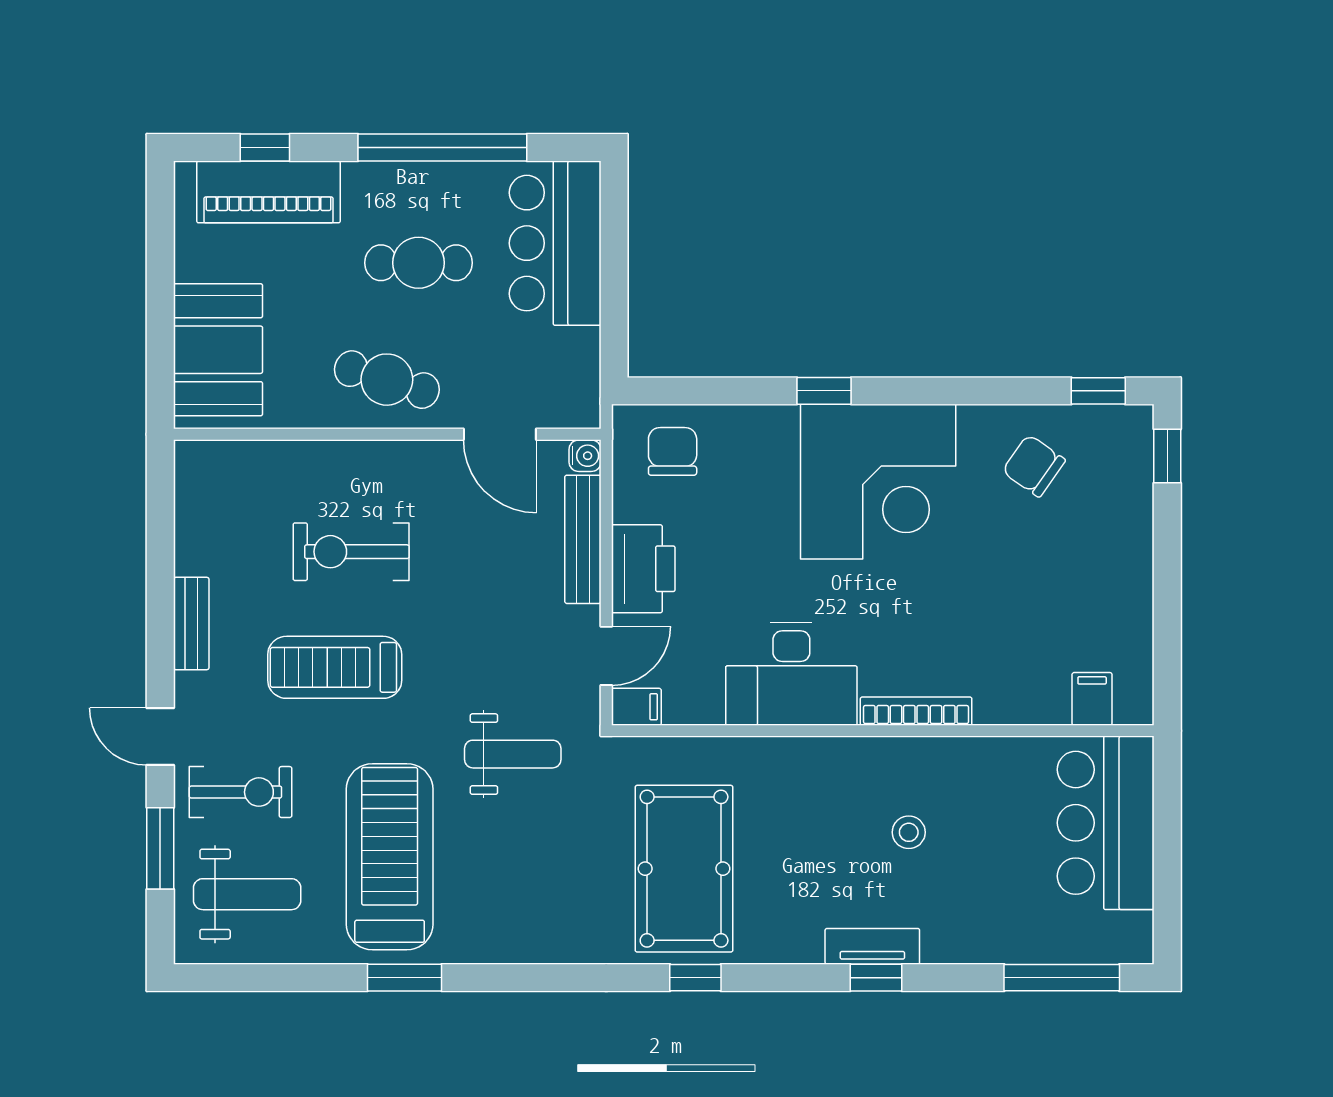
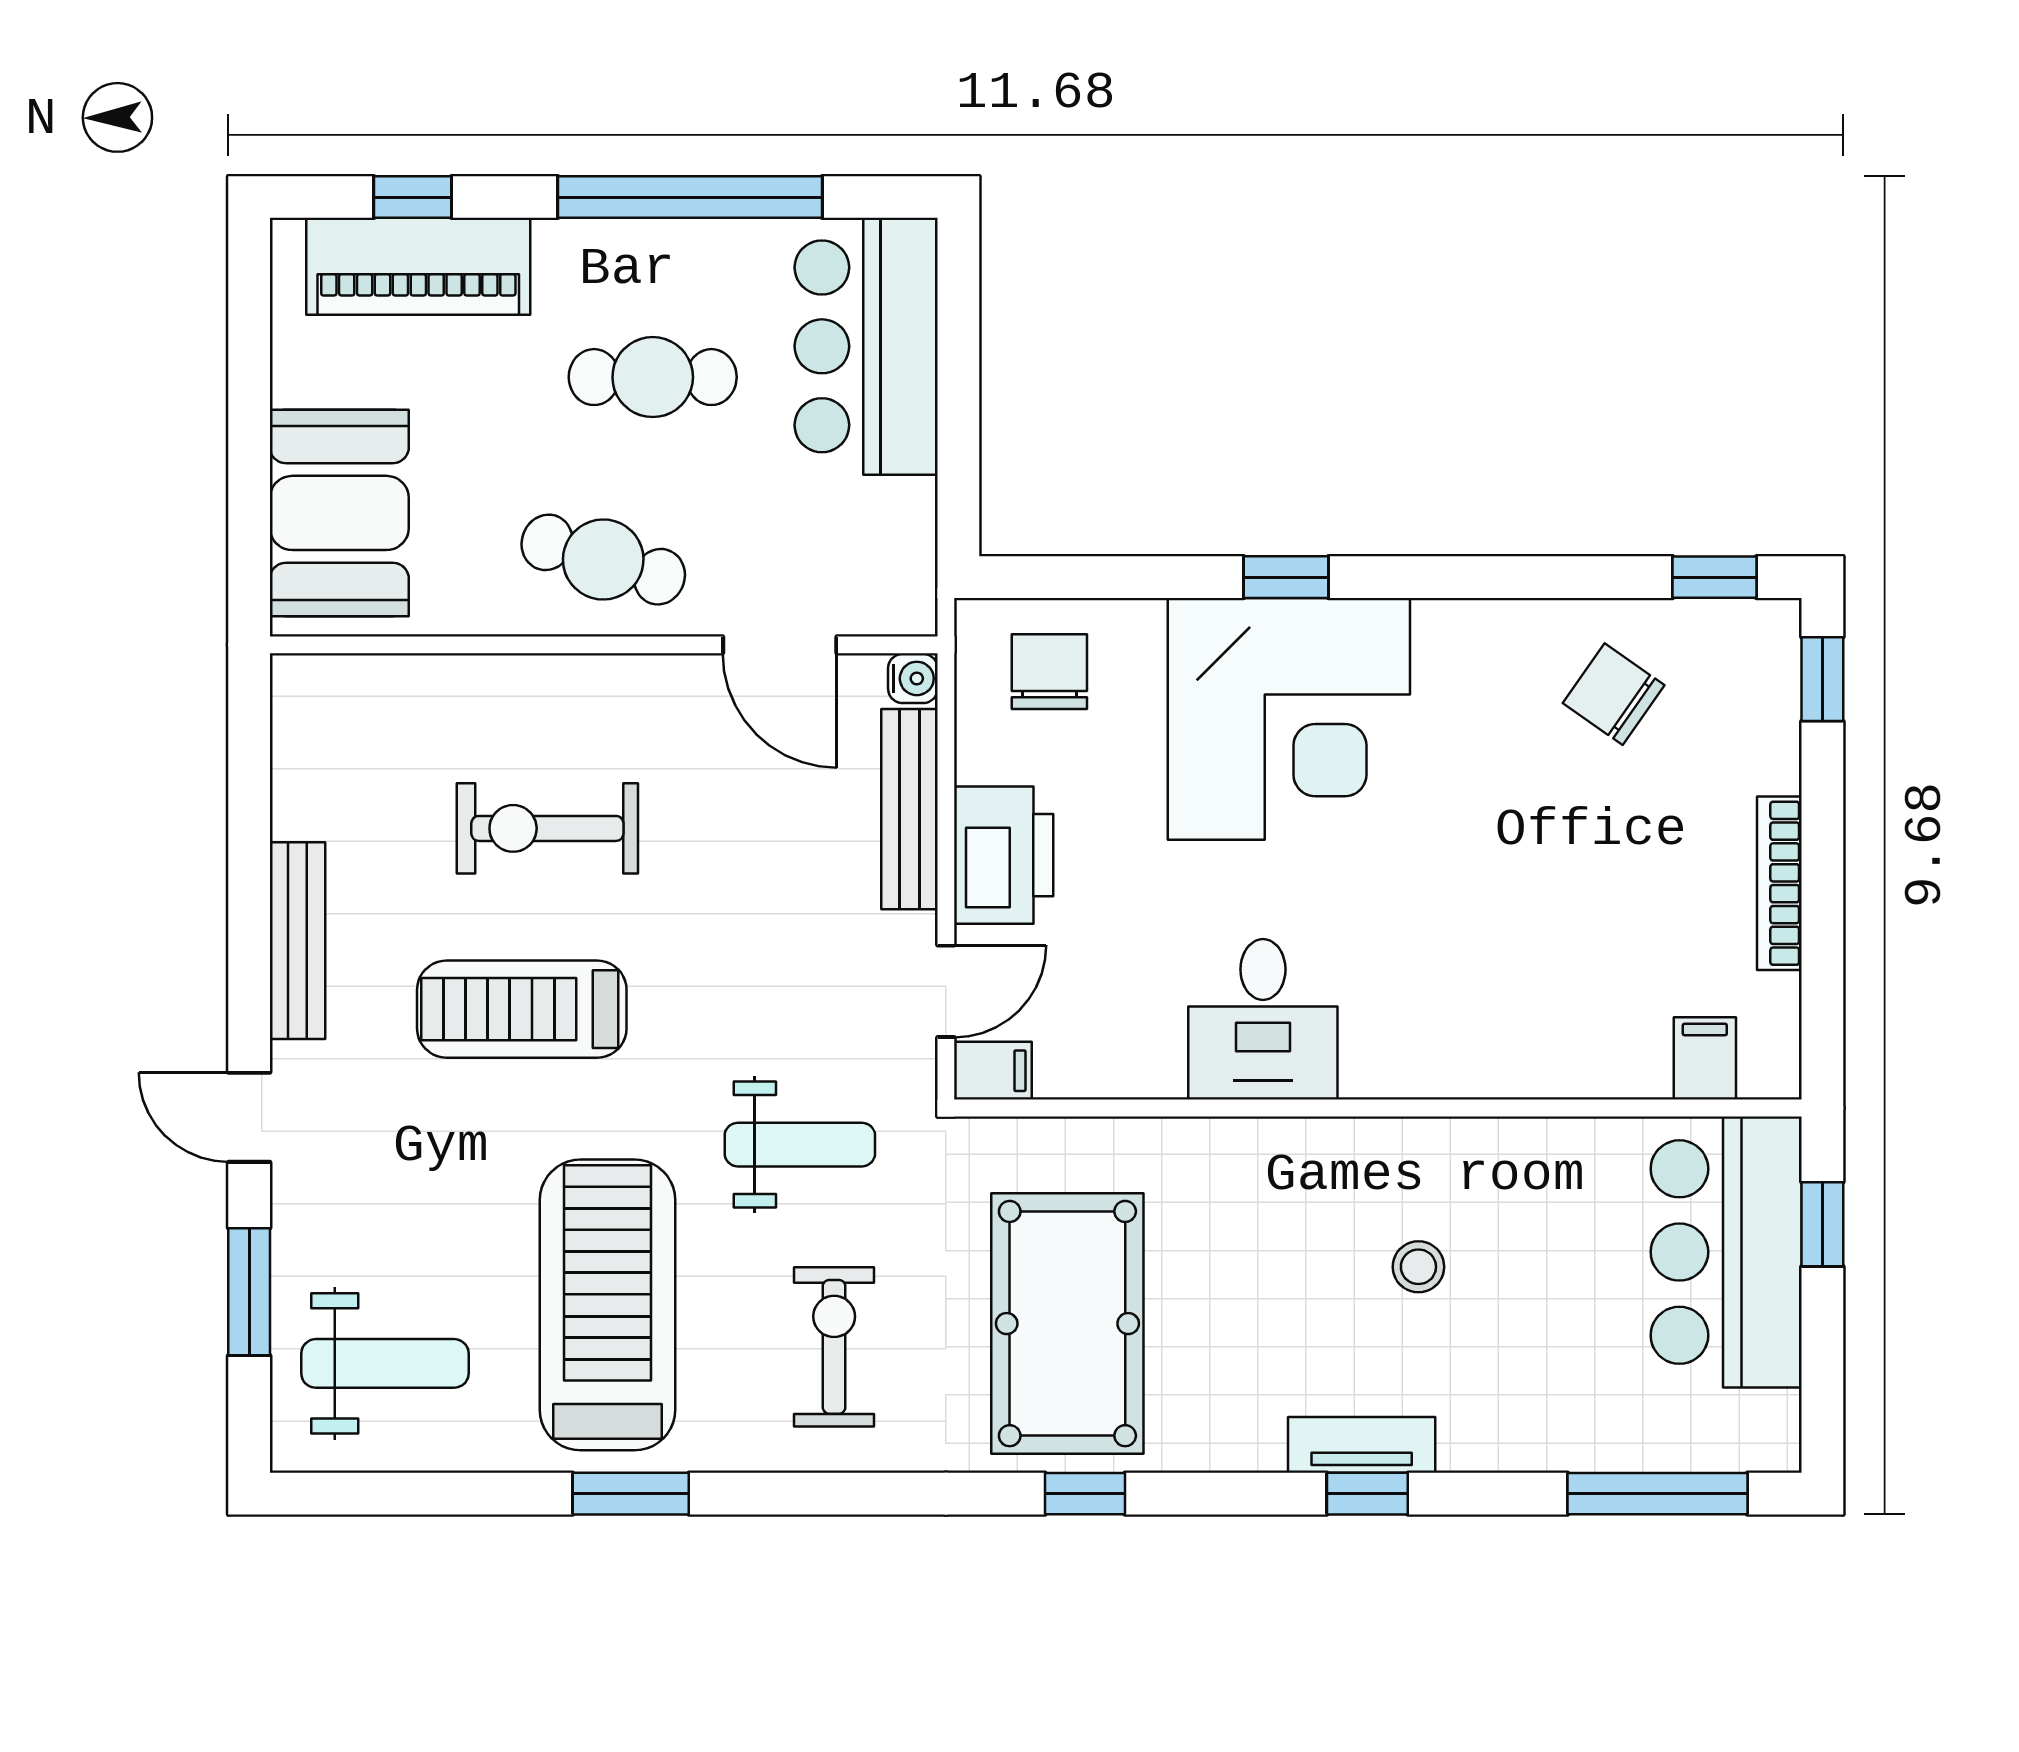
corner desk: (878, 482) -> (1289, 719), moved
bench: (191, 623) -> (298, 941), width x1.36
desk: (791, 674) -> (1263, 1019), width x0.73
bookcase: (916, 711) -> (1779, 883), moved, turned -90
exercise bike: (241, 792) -> (834, 1347), moved, turned -90
window: (1167, 805) -> (1822, 1224), added

